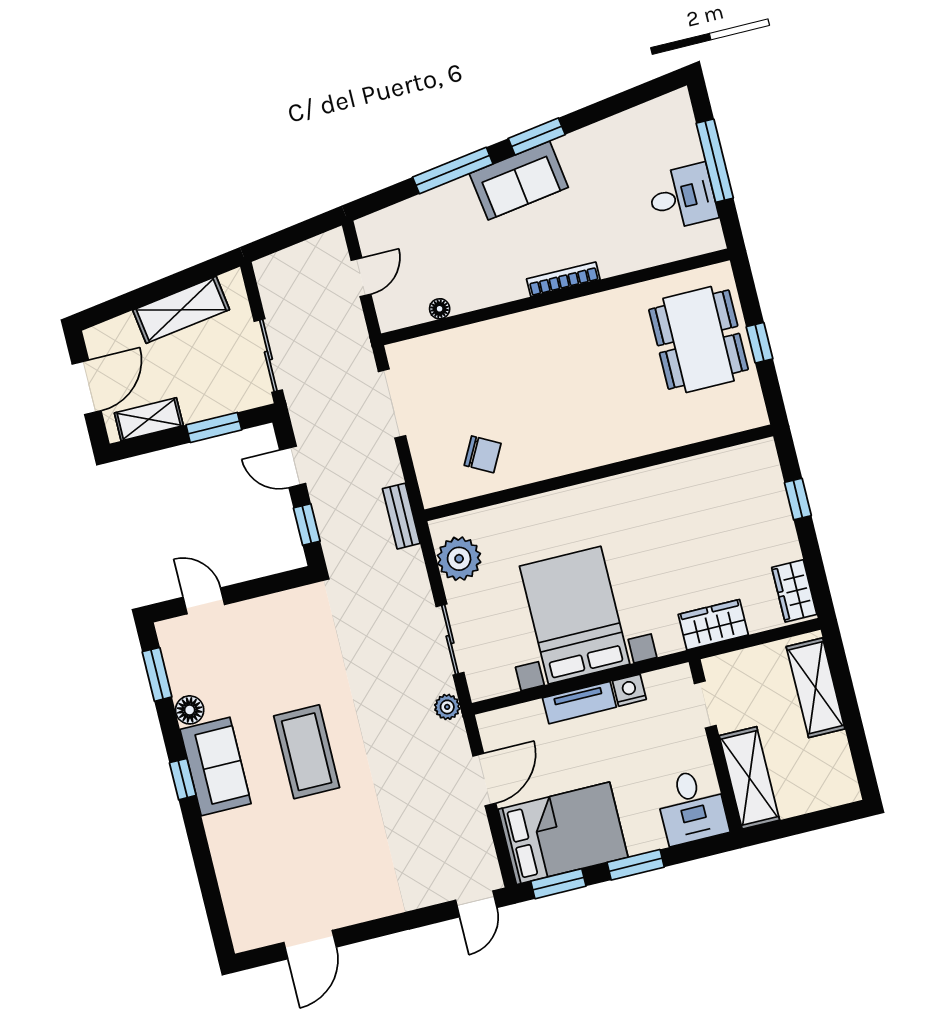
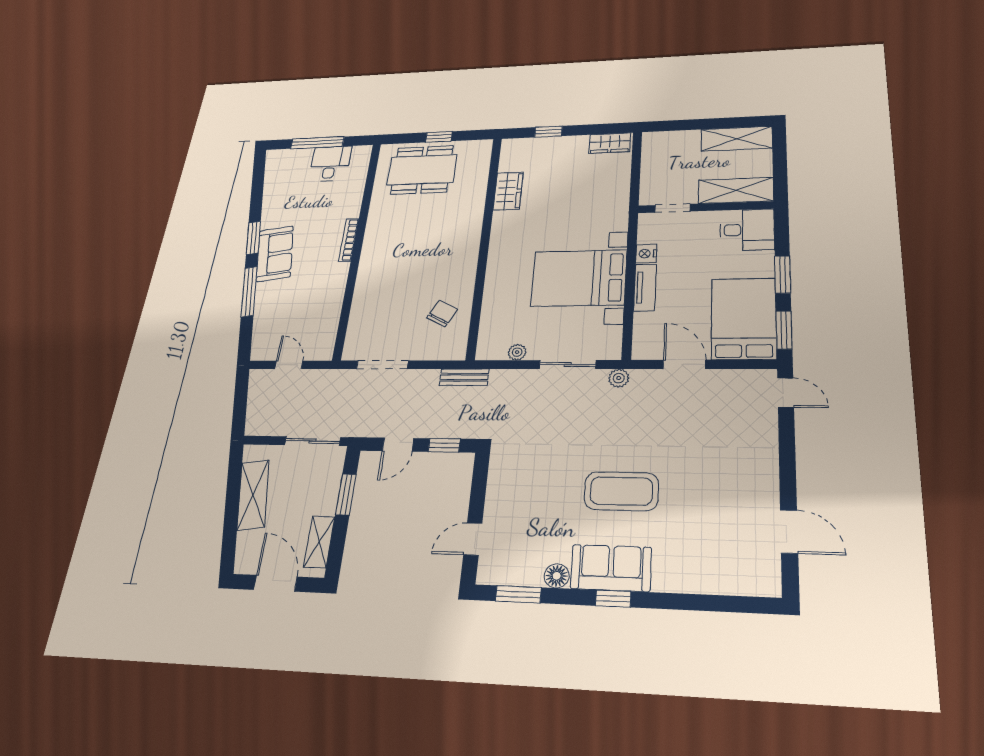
floor lamp: (440, 309) -> (333, 319), removed
plant: (459, 559) -> (517, 352), width x0.53, depth x0.53
wardrobe: (713, 625) -> (508, 191), moved, turned 180
shelving: (816, 688) -> (737, 139), moved

